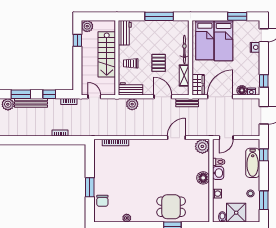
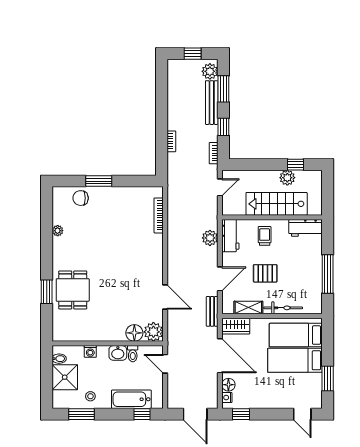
plant: (87, 26) -> (287, 178), moved
nightstand: (255, 47) -> (286, 402), removed
floor lamp: (203, 178) -> (134, 333), moved

